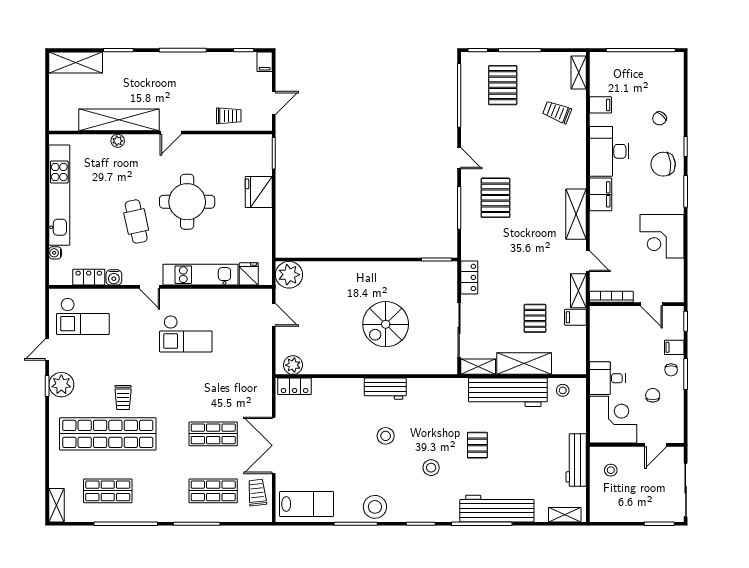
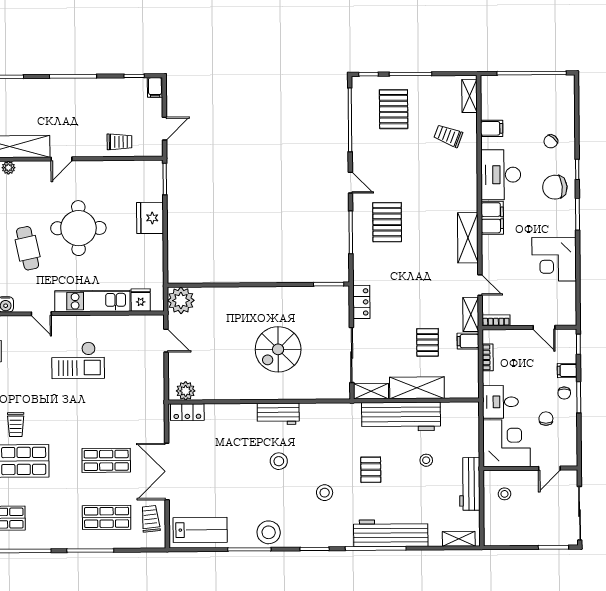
bookcase: (611, 297) -> (496, 320), width x0.64
bookcase: (595, 334) -> (488, 357), added
stool: (563, 390) -> (426, 460), moved

